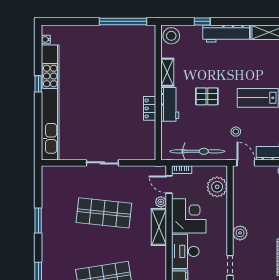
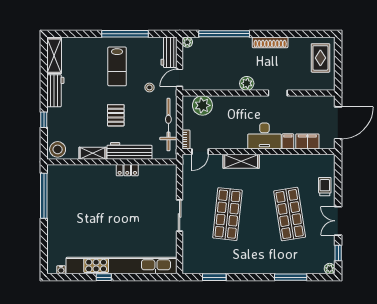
workbench: (226, 34) -> (55, 91), width x0.73
workbench: (170, 104) -> (129, 151), width x1.38
plant: (161, 202) -> (217, 159), removed
corner desk: (189, 216) -> (230, 133), removed
window: (38, 220) -> (214, 277), moved

